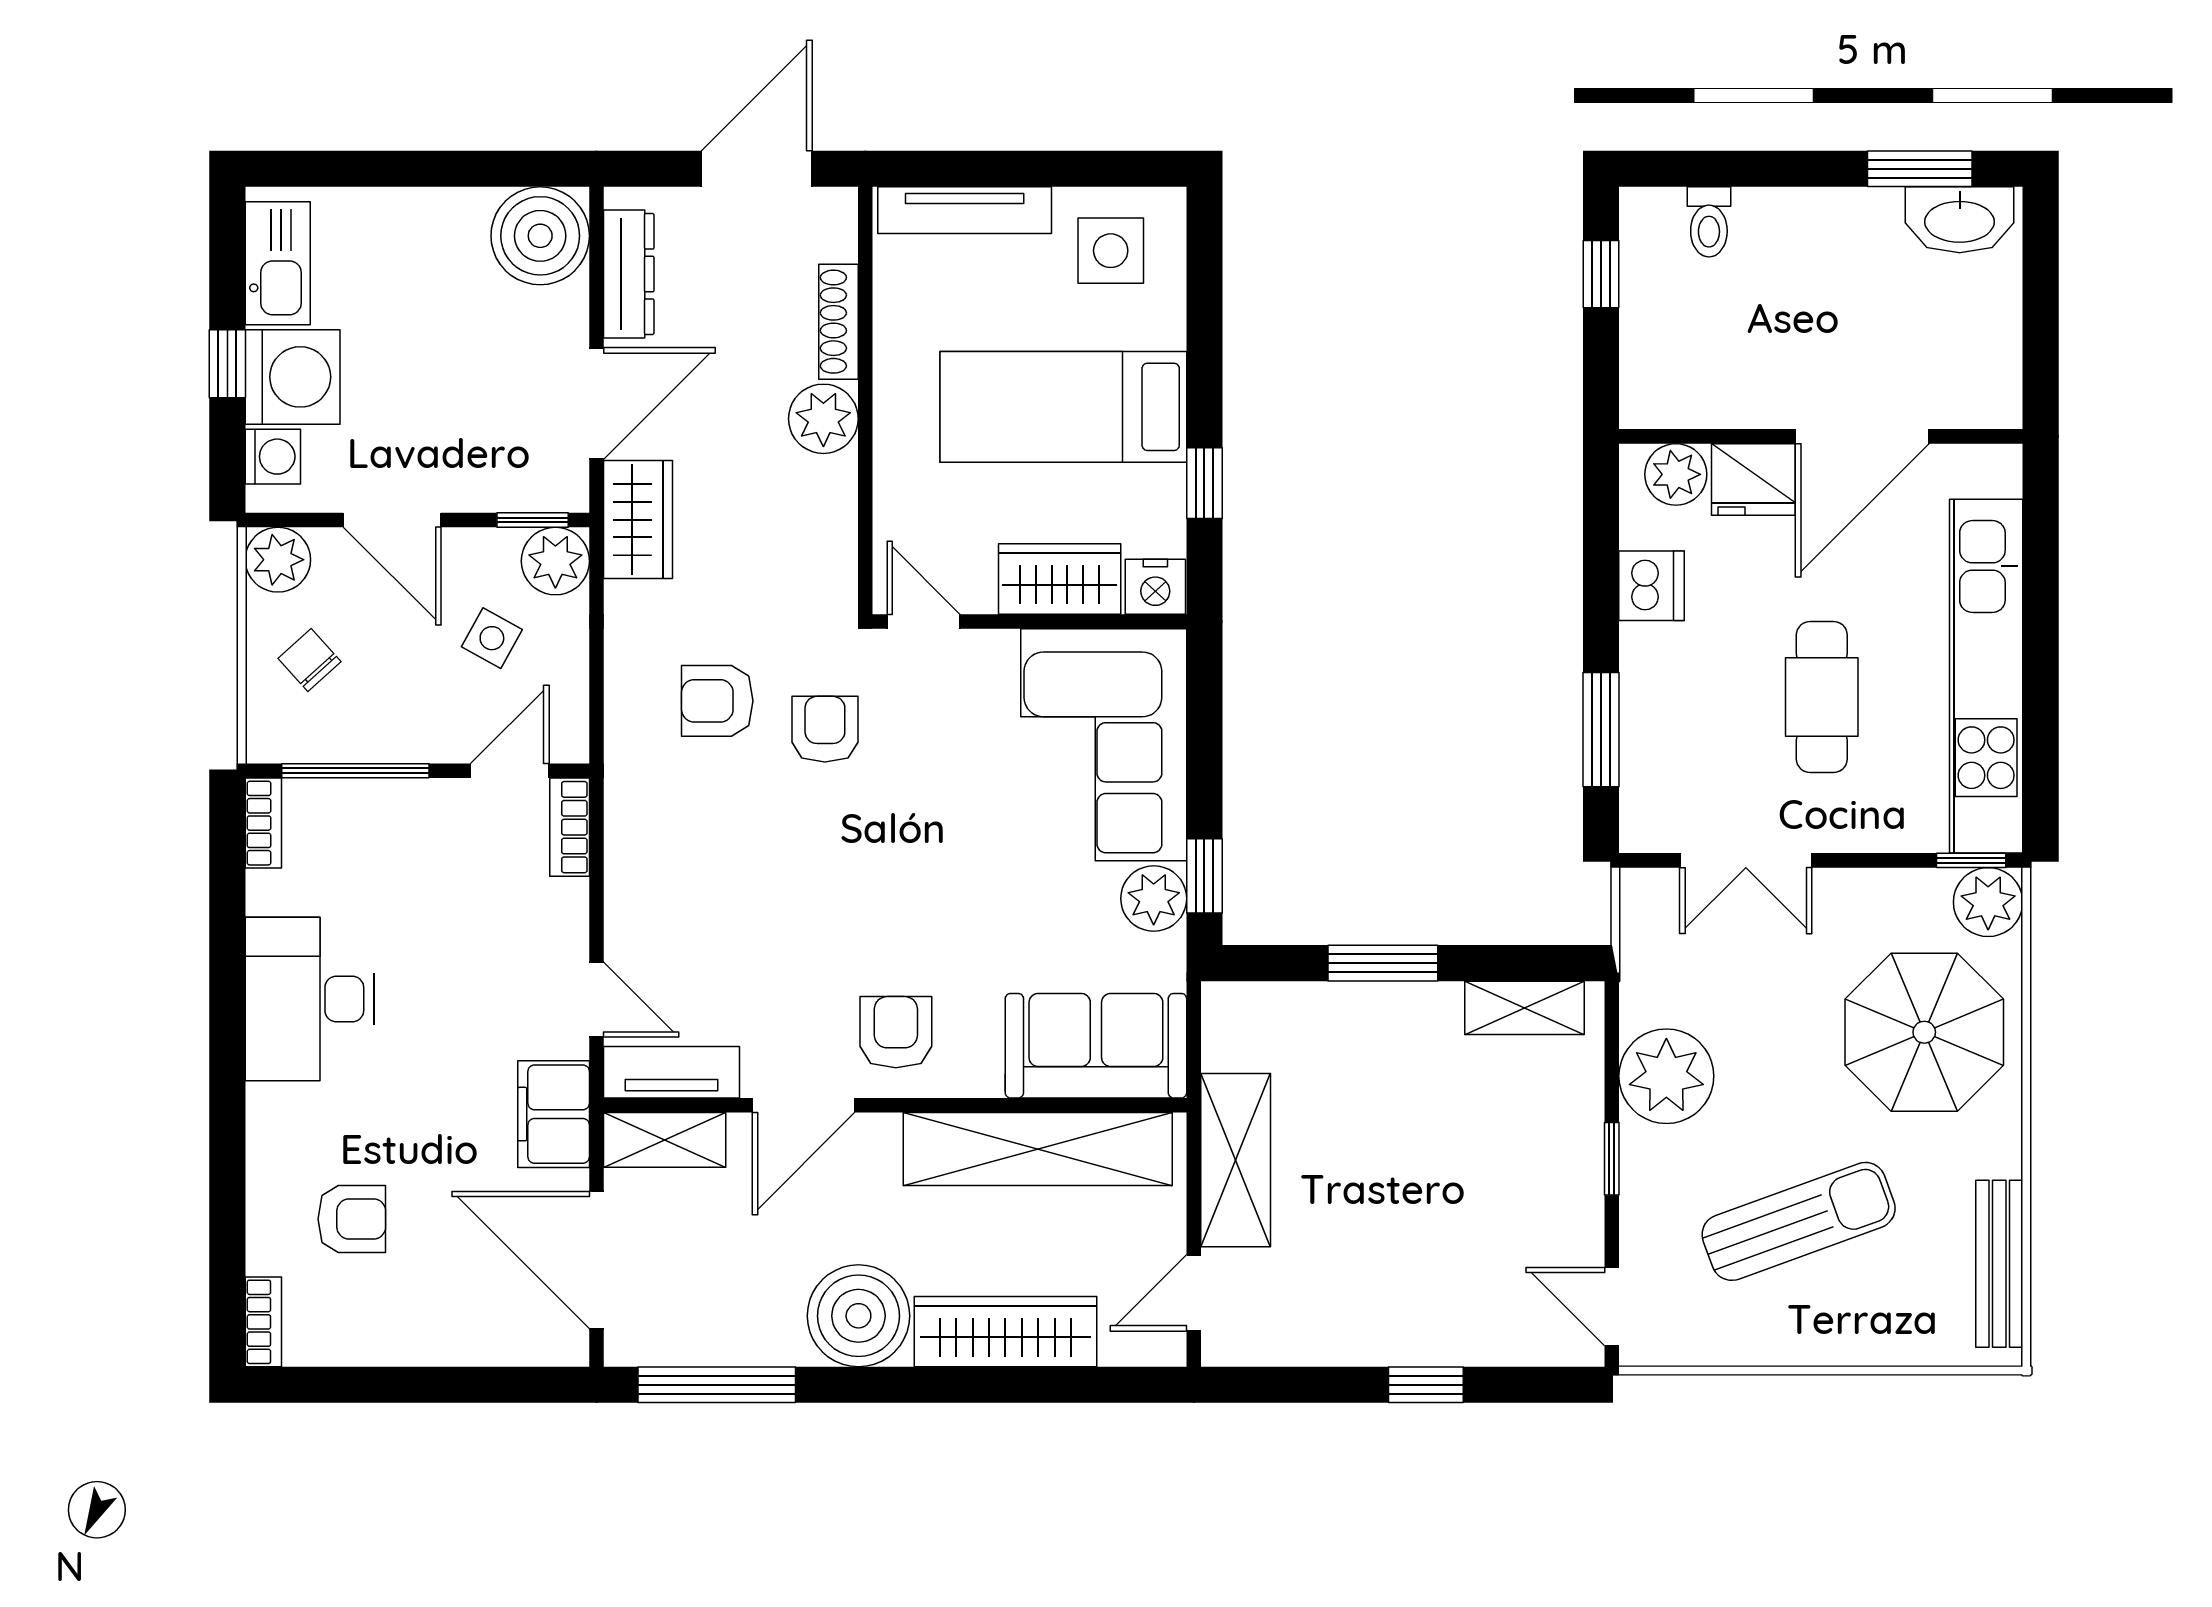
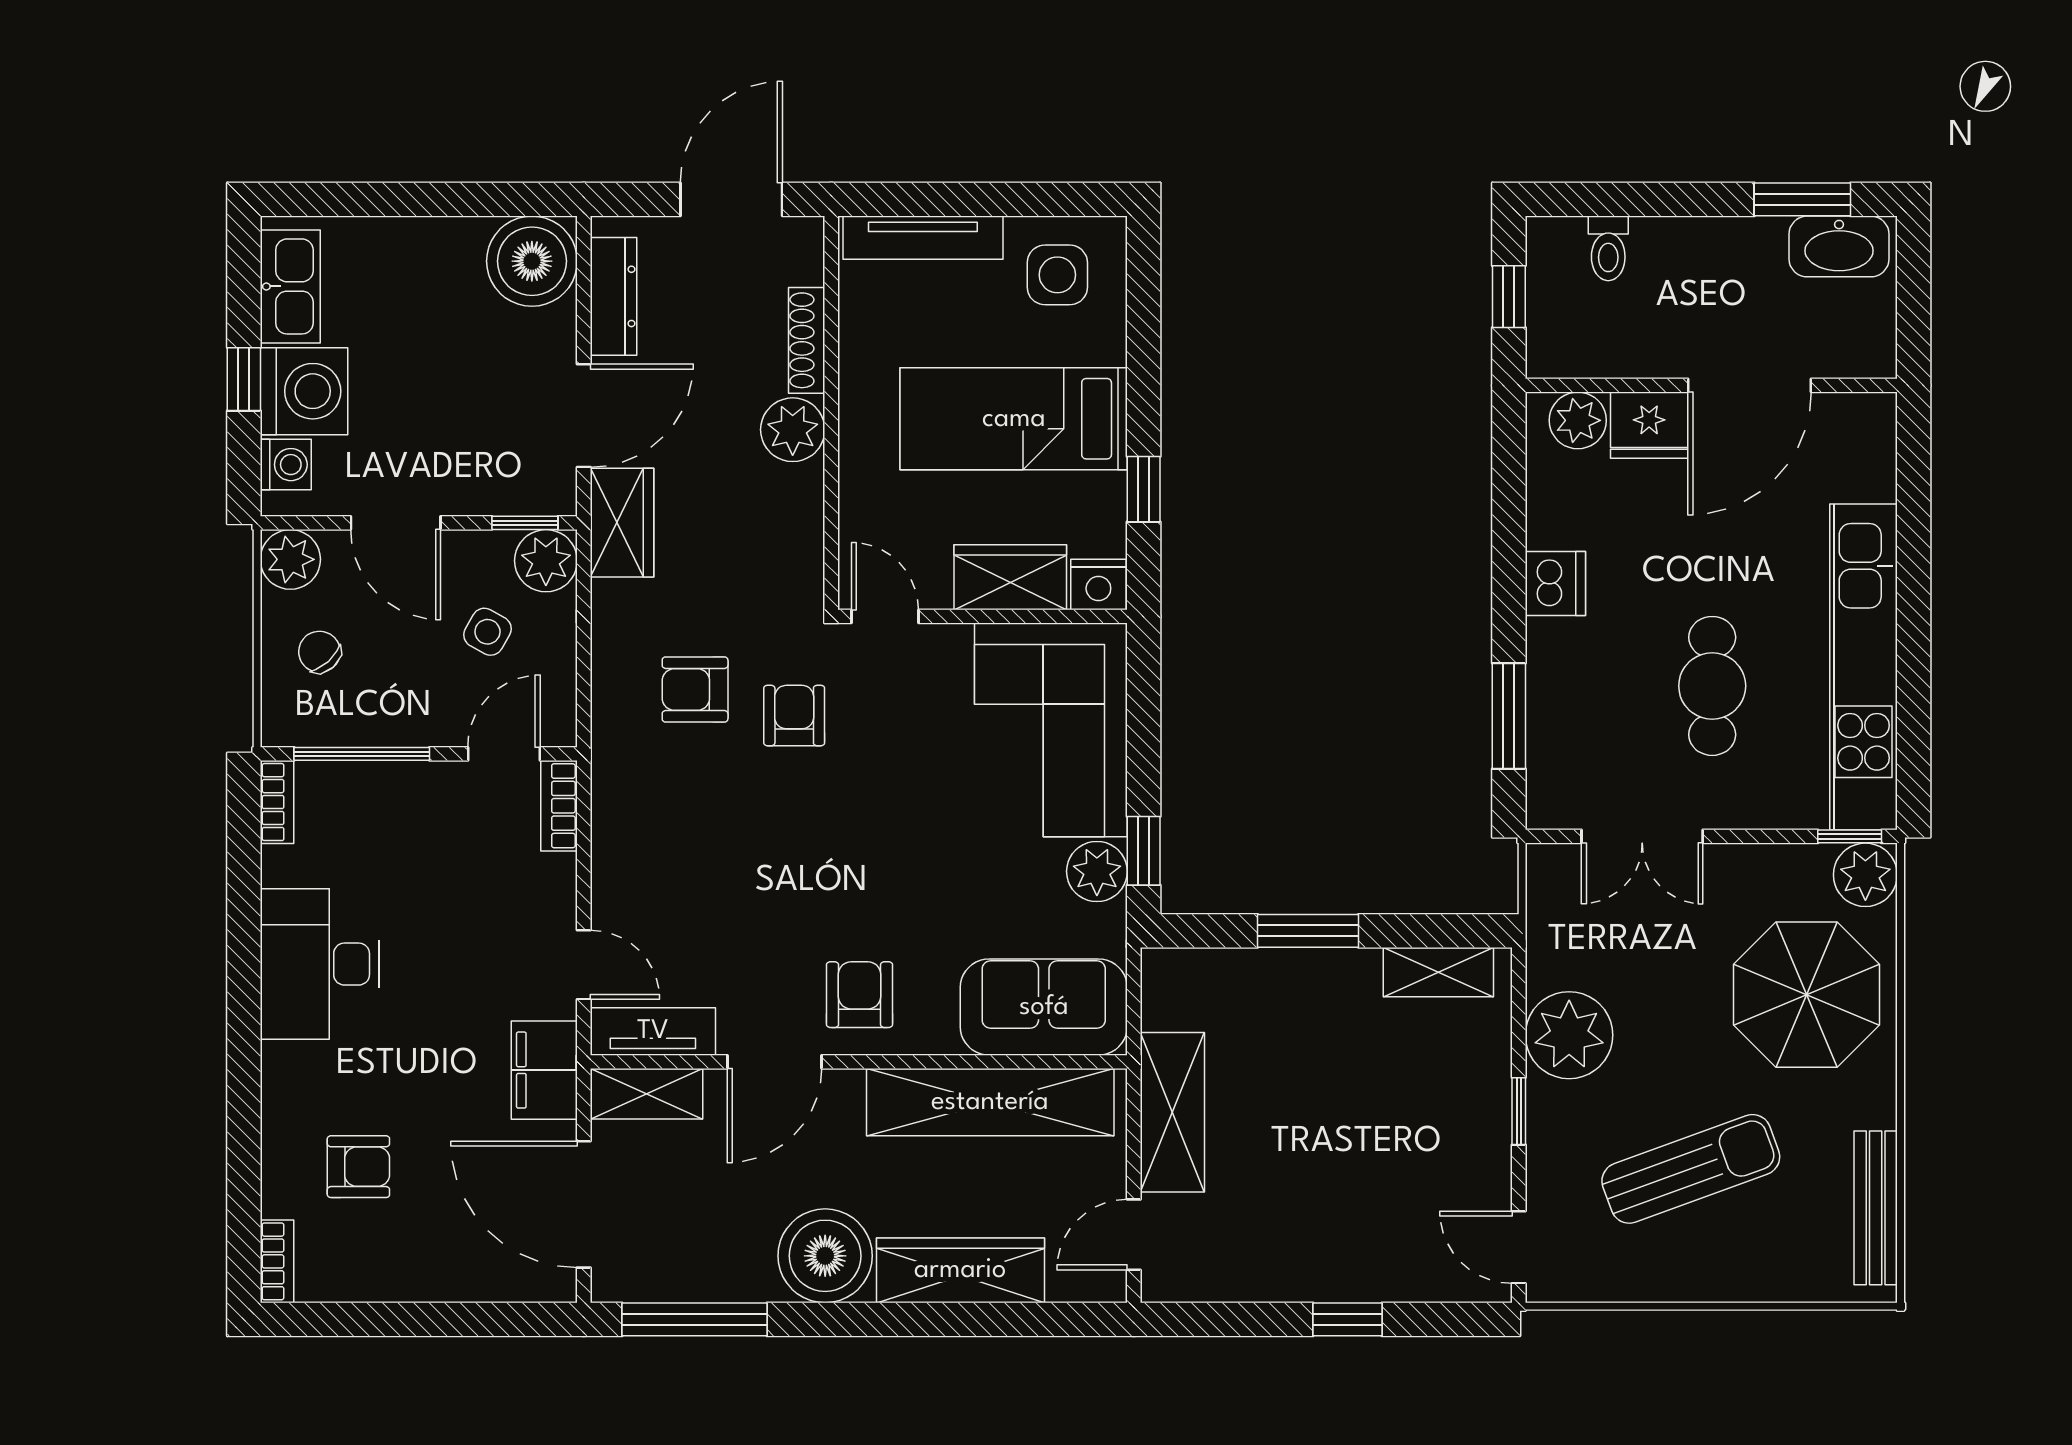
wall: (1821, 436) -> (1711, 385), moved
door: (1862, 436) -> (1749, 385), moved
plant: (1676, 474) -> (1578, 420), moved
fridge: (1753, 479) -> (1649, 425), moved

